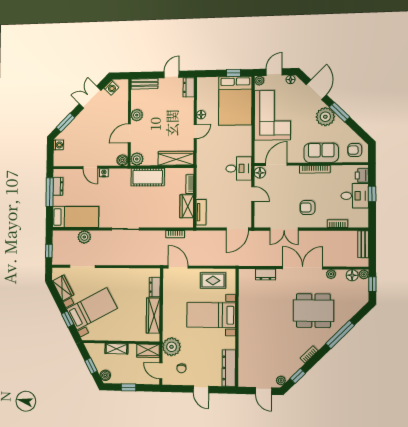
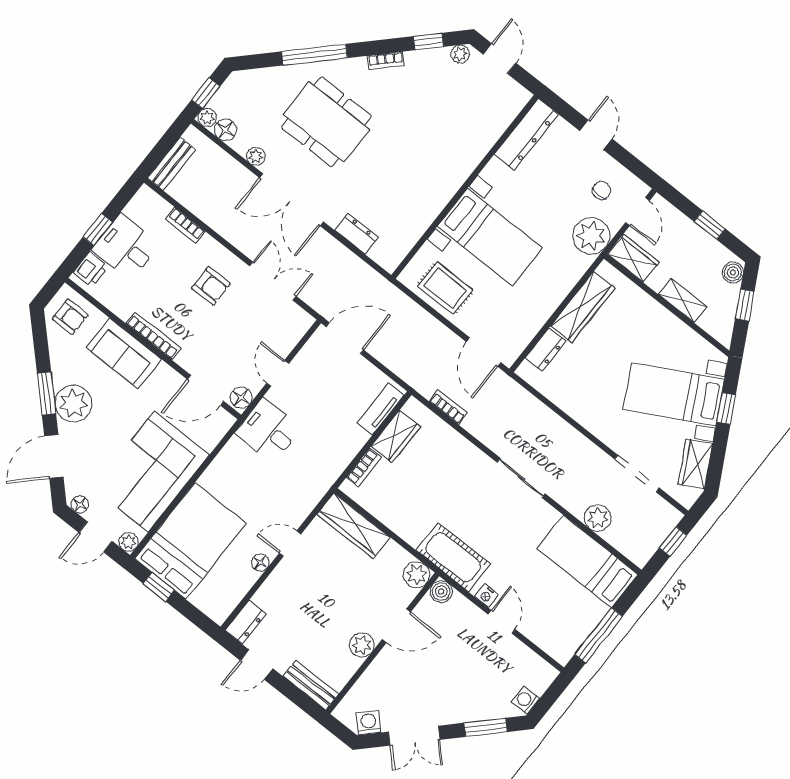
cot: (148, 177) -> (453, 557), moved
dresser: (58, 186) -> (578, 634), removed

